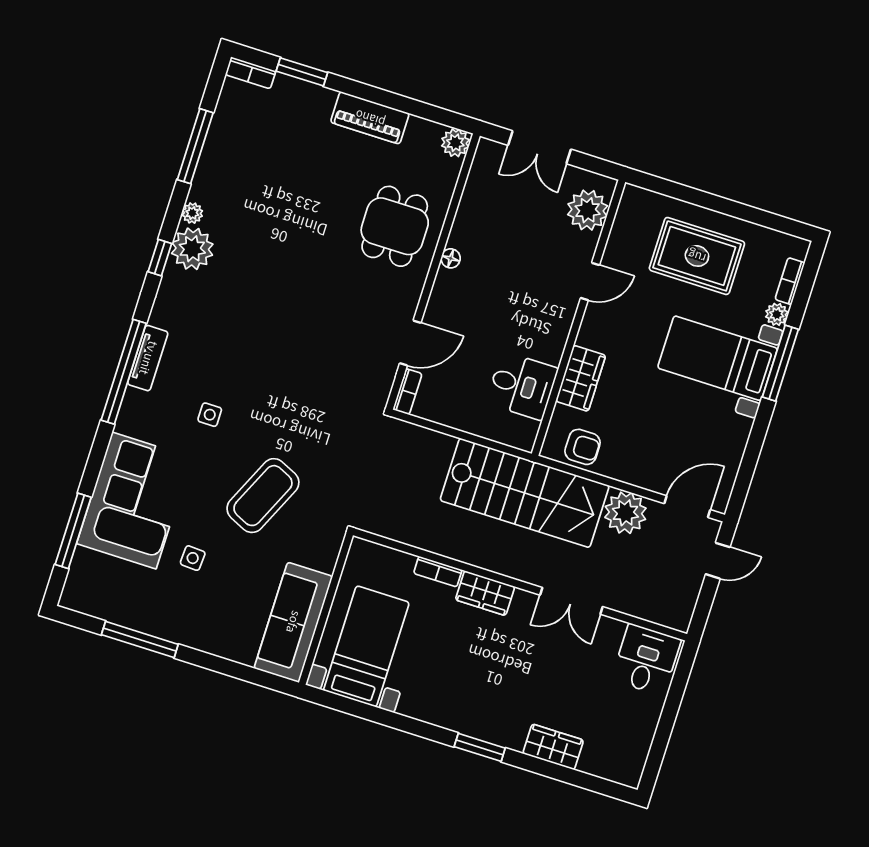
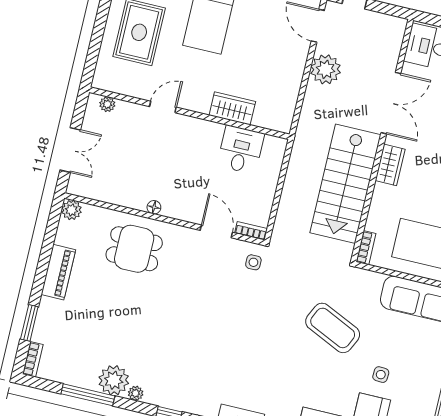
plant: (588, 210) -> (107, 104), width x0.53, depth x0.53
plant: (192, 249) -> (114, 380), moved
door: (590, 281) -> (163, 107), hinge flipped
side table: (210, 415) -> (253, 262), moved
armchair: (583, 447) -> (281, 103), removed
stairs: (525, 493) -> (345, 184), moved, turned 180
bookcase: (438, 572) -> (366, 248), moved
double door: (571, 601) -> (391, 103), width x1.37

